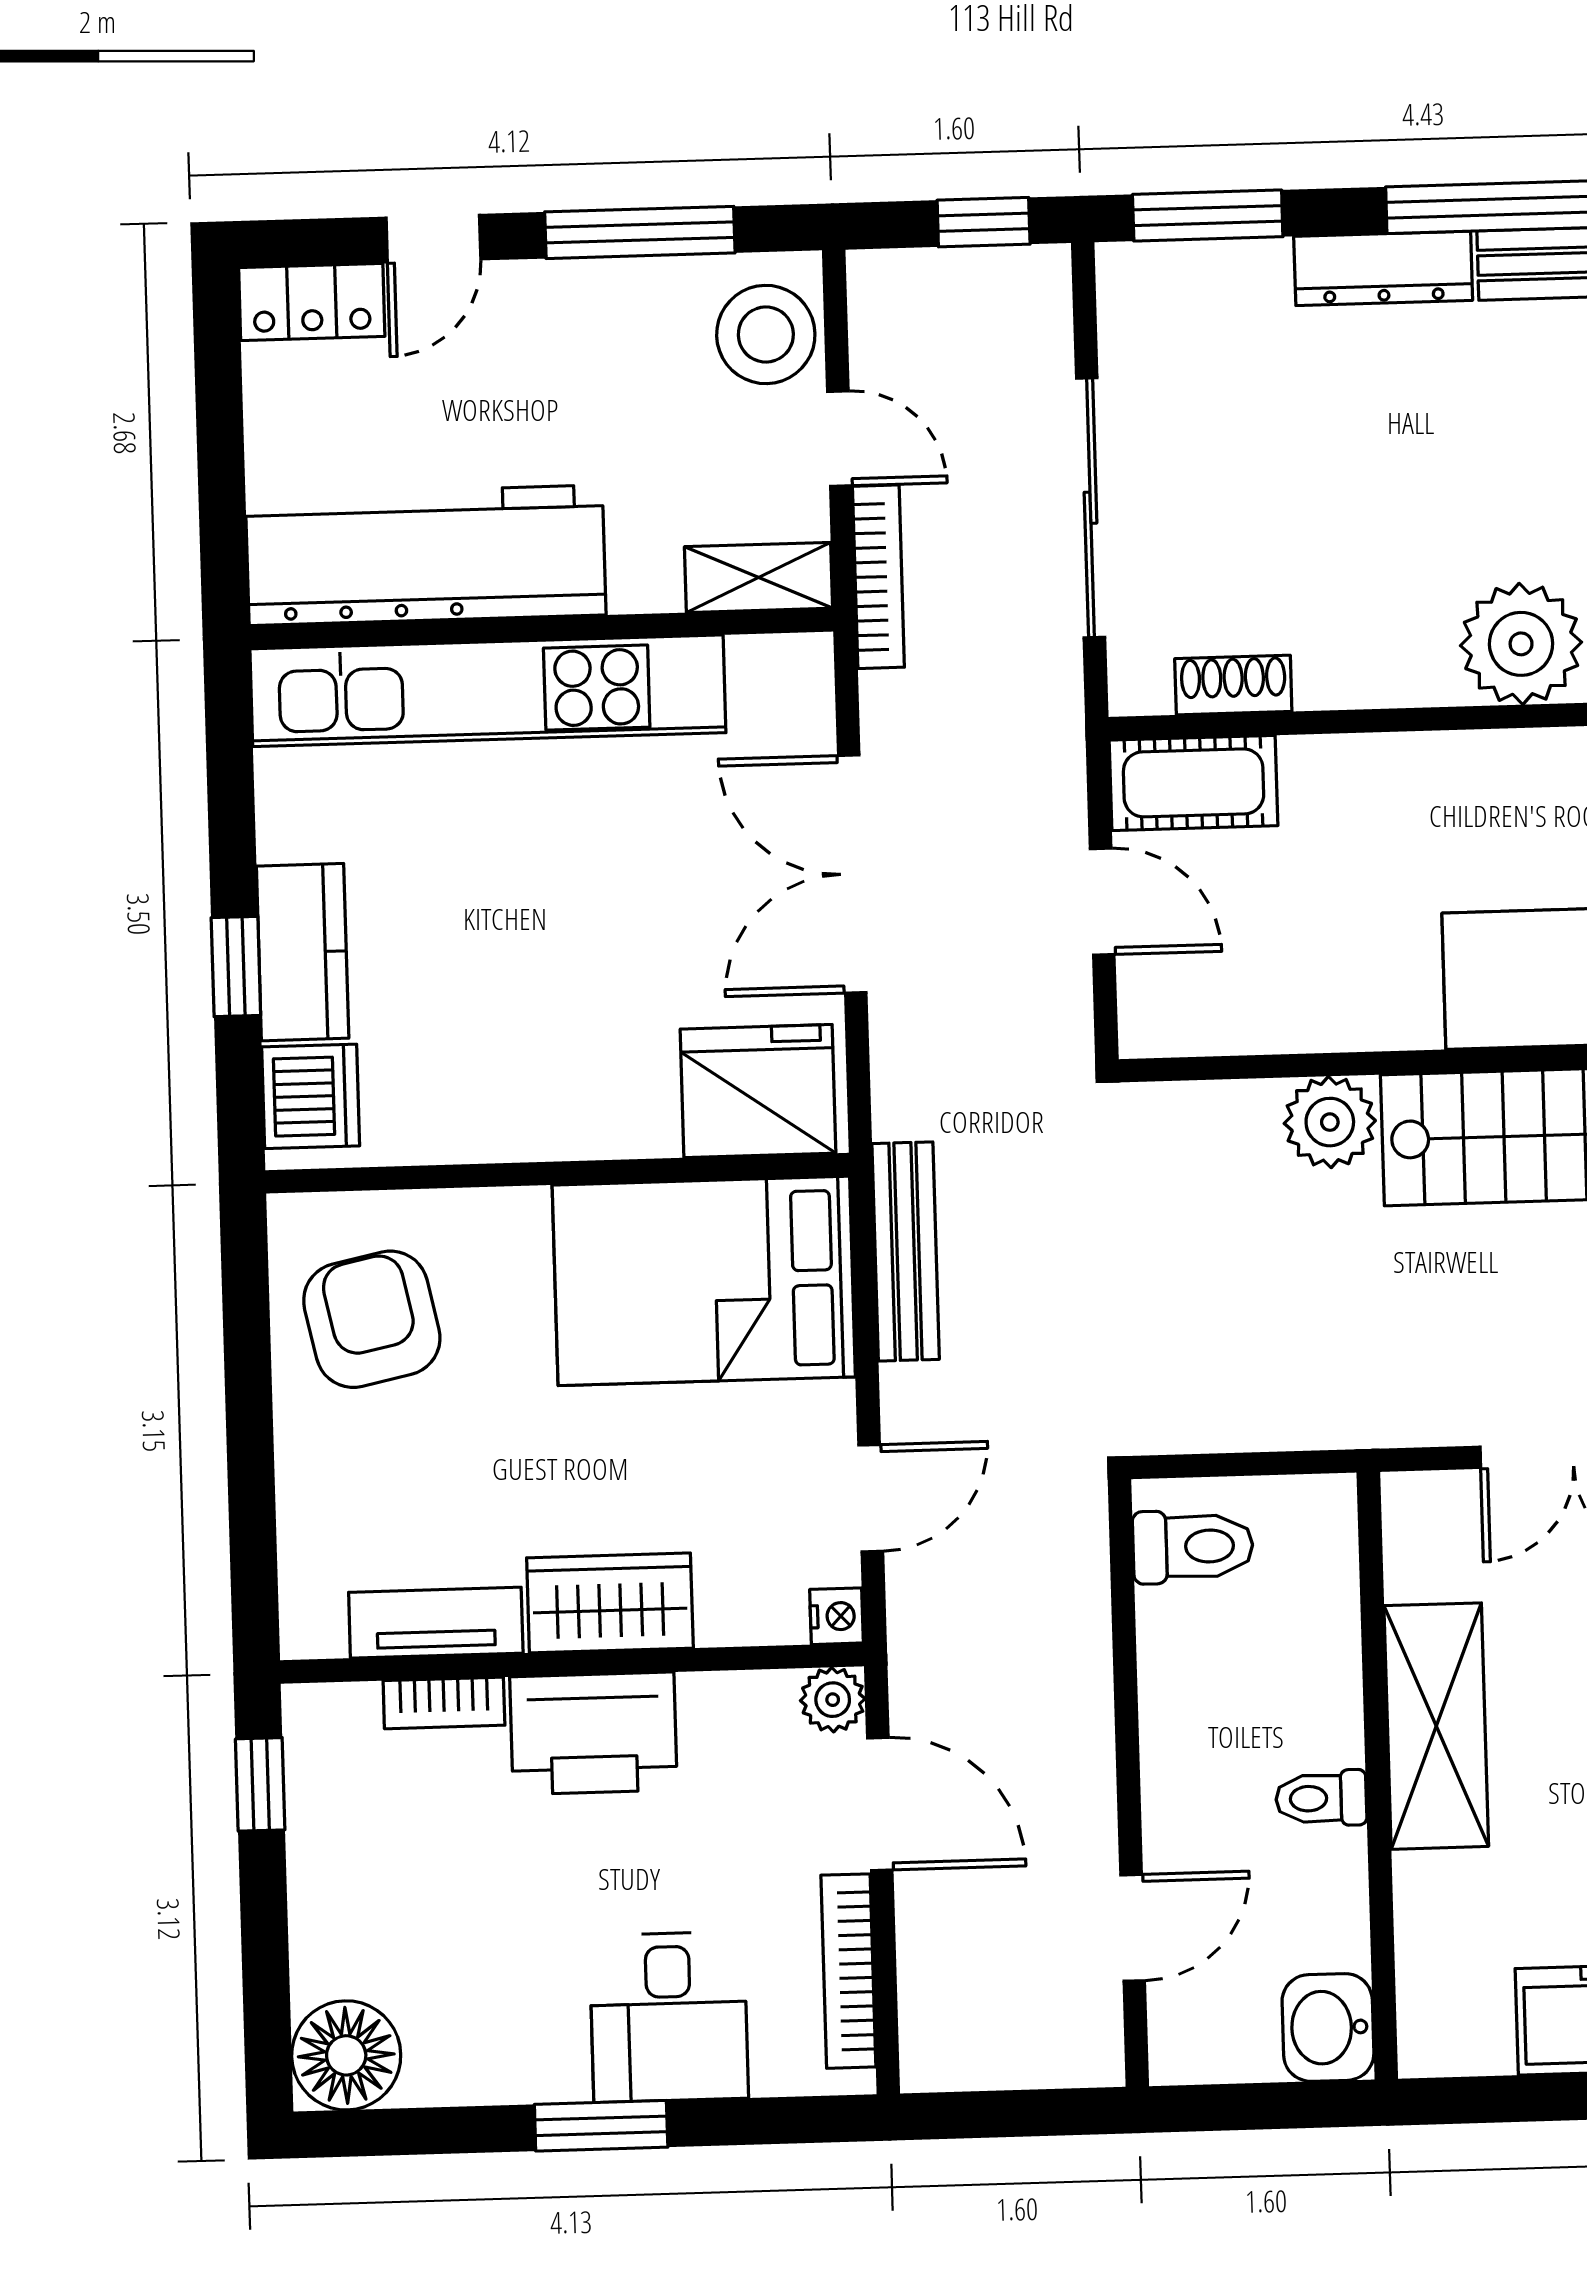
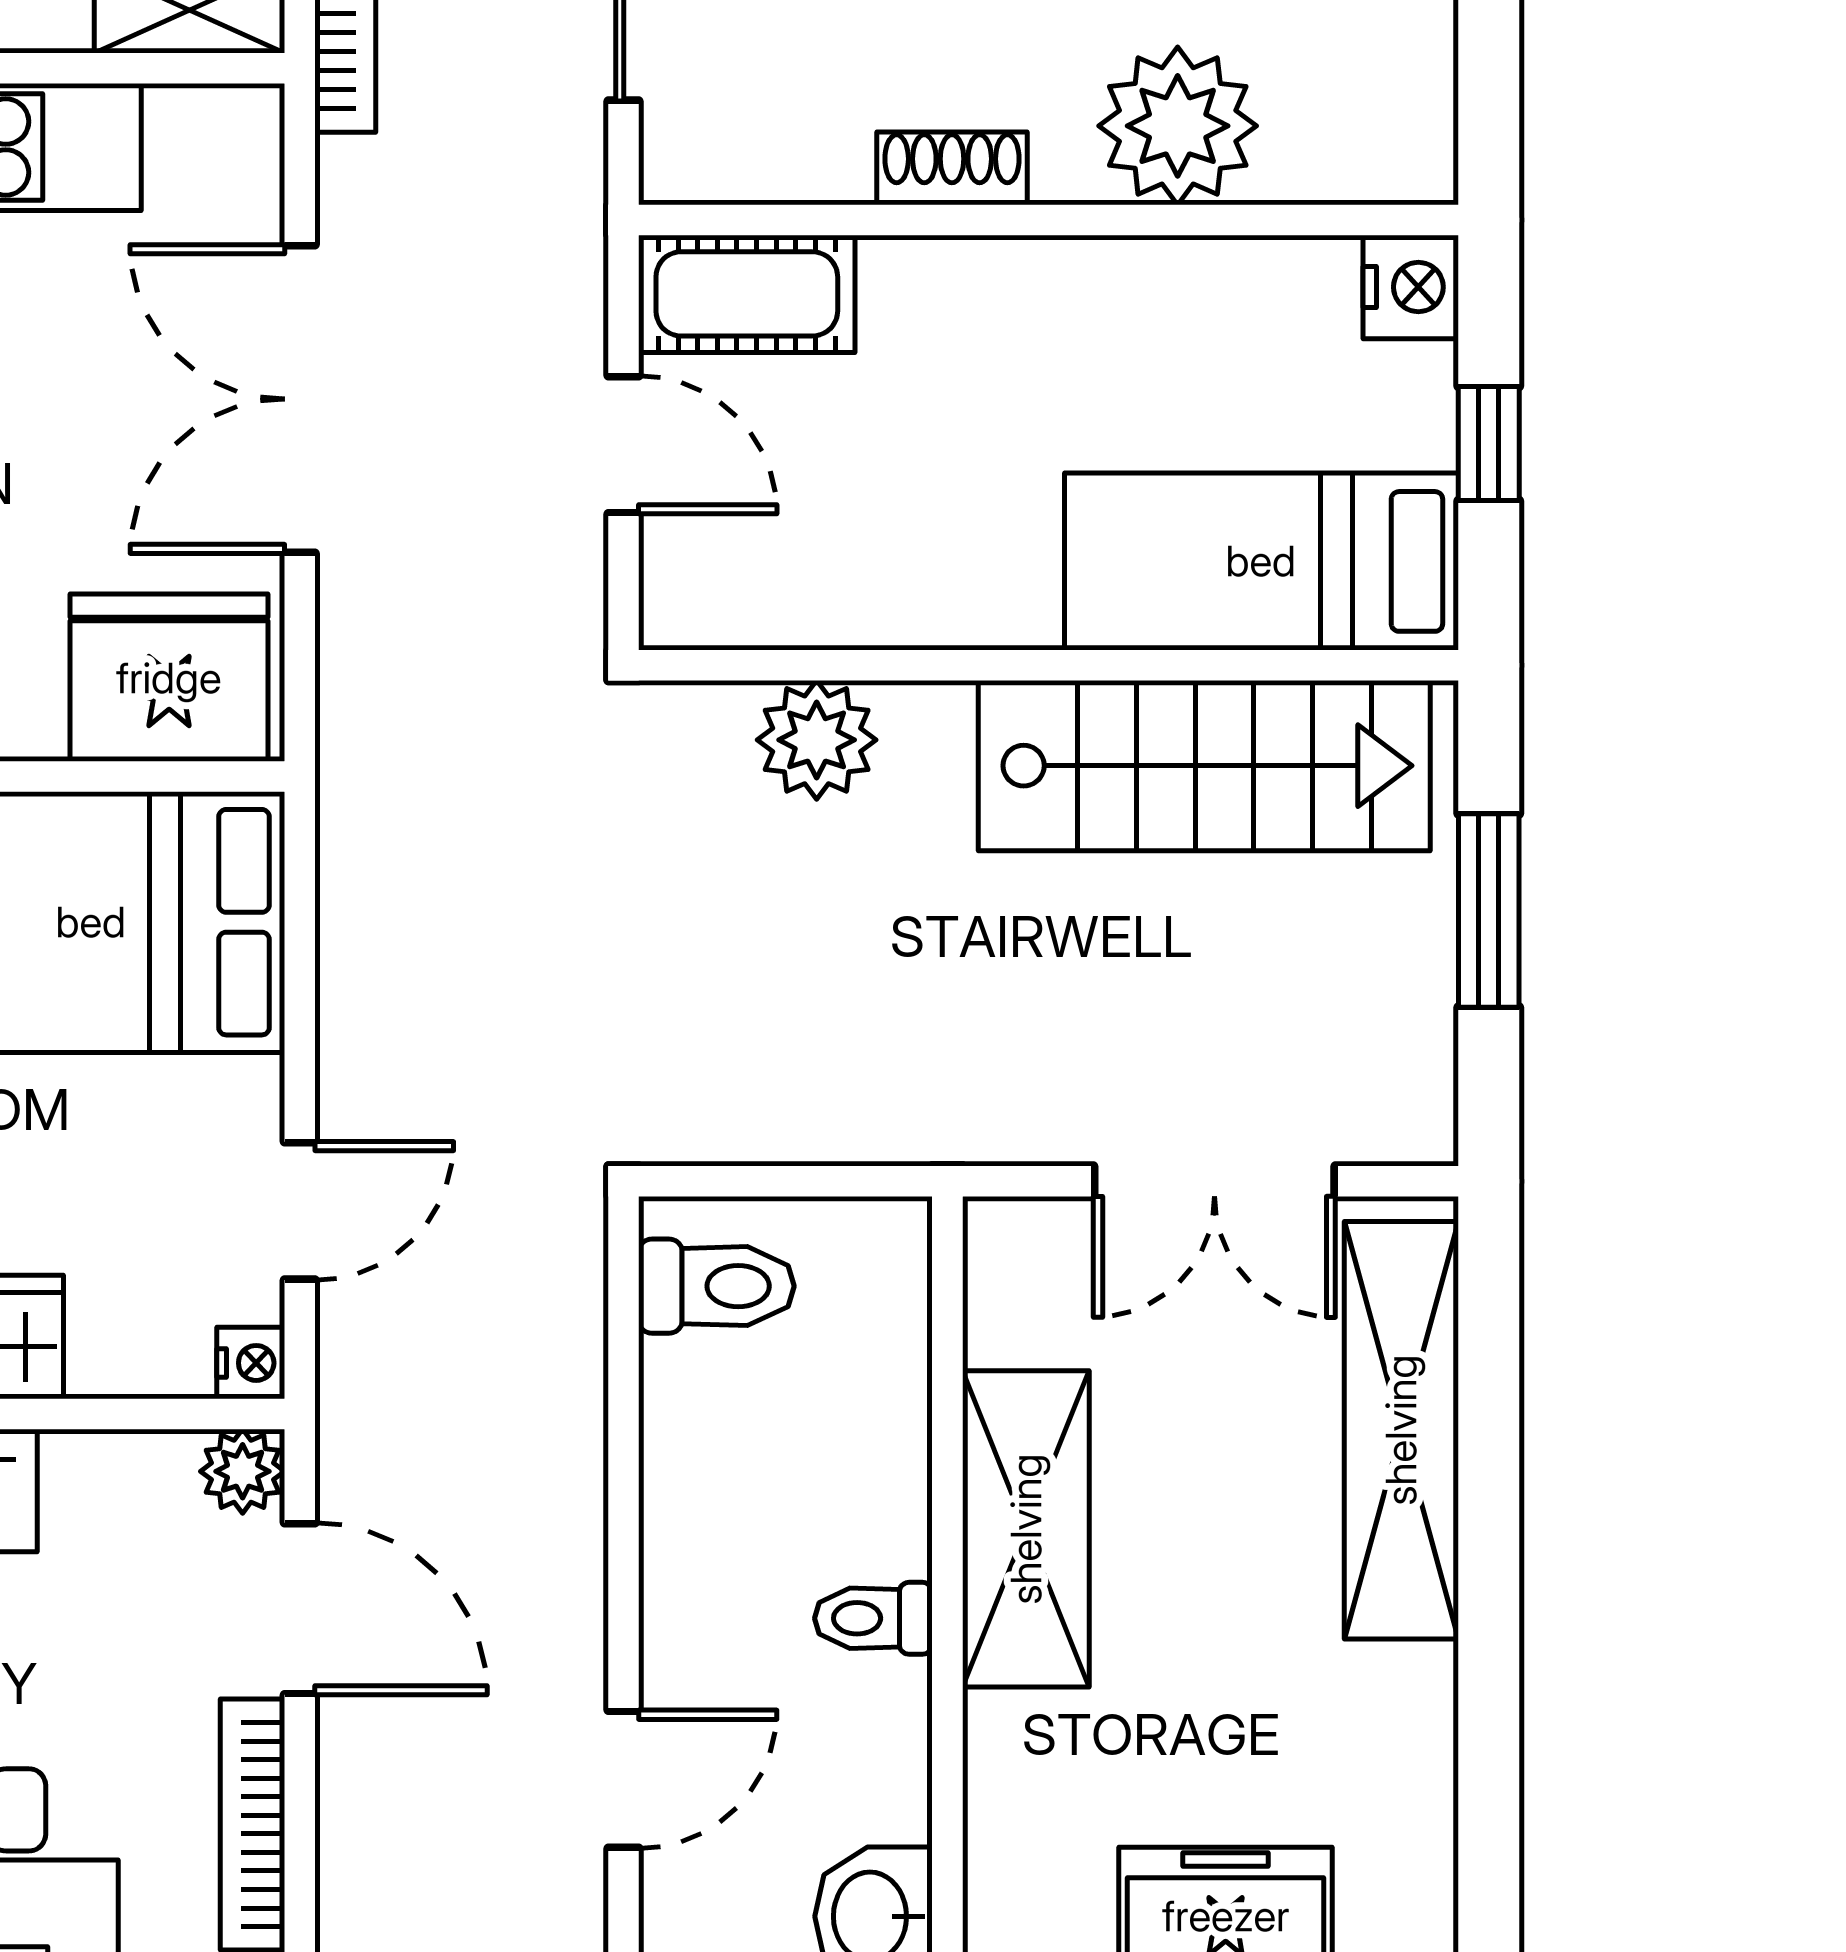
shoe rack: (1233, 685) -> (952, 168), moved
plant: (1330, 1122) -> (817, 740), moved
bench: (906, 1251) -> (355, 892), removed

